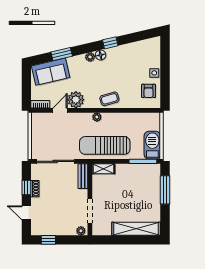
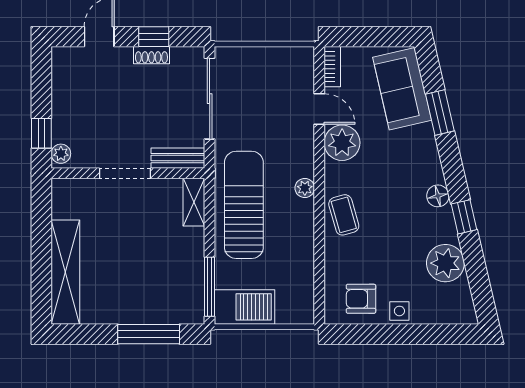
plant: (90, 57) -> (445, 263), moved, width x1.88, depth x1.88
doorway: (90, 211) -> (125, 173), moved
window: (48, 240) -> (41, 133), moved

